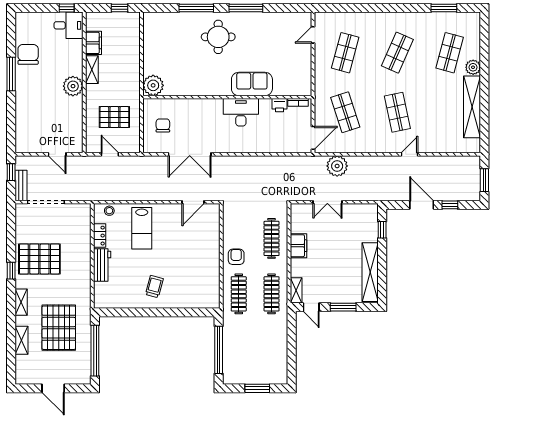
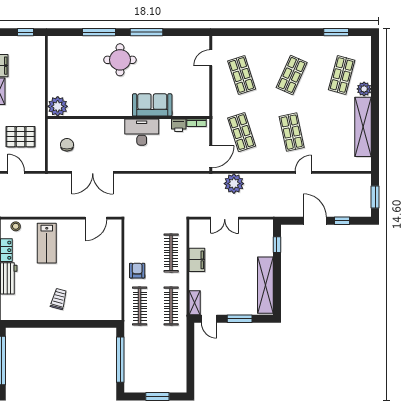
shop shelf: (345, 53) -> (242, 75), turned -33

